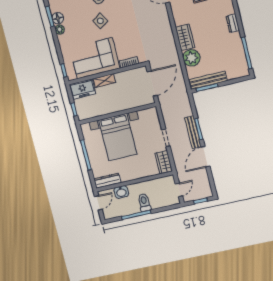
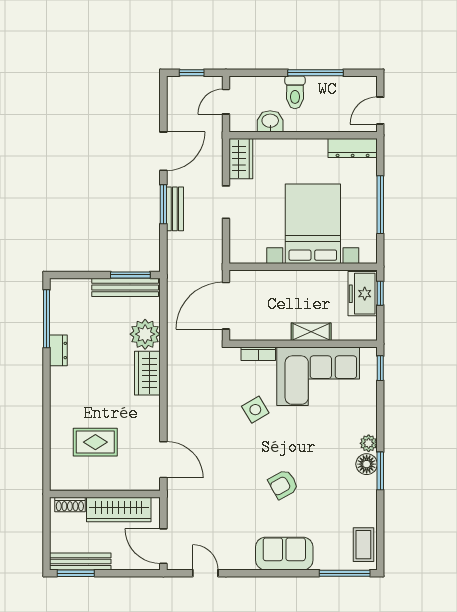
side table: (100, 21) -> (255, 410), moved
dresser: (233, 23) -> (58, 350), moved
freezer: (83, 89) -> (363, 294), moved, turned -90
bench: (193, 132) -> (175, 209), width x0.73
washbasin: (121, 192) -> (270, 121), moved

